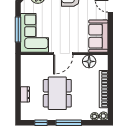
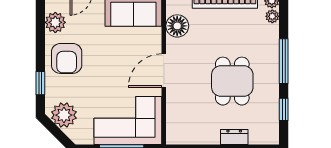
door: (63, 54) -> (164, 71), swing flipped
dining table: (57, 93) -> (232, 81), width x0.73

